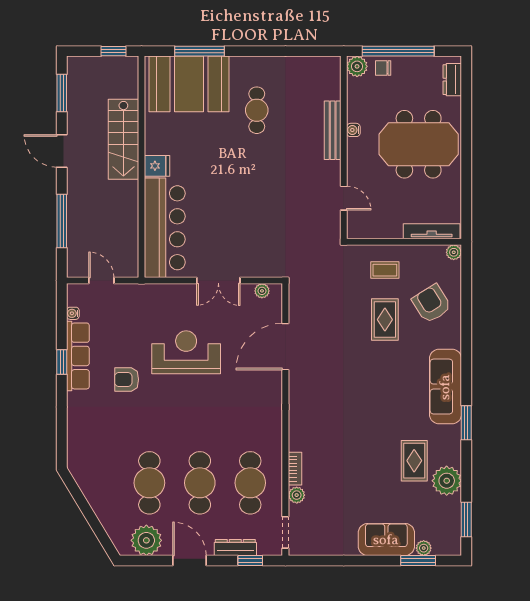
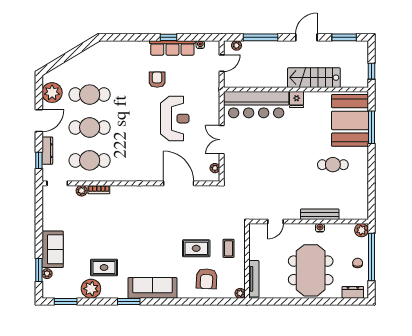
chair: (383, 68) -> (358, 263), moved
plant: (74, 258) -> (237, 45), added
armchair: (432, 304) -> (207, 279), turned 125

